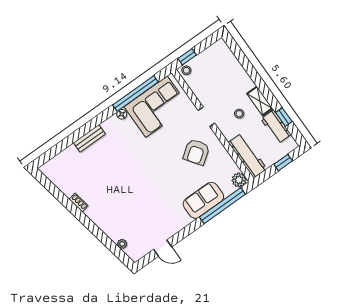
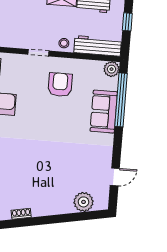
stool: (239, 114) -> (64, 43), moved
armchair: (196, 152) -> (60, 85), turned -144
plant: (122, 244) -> (84, 202), width x1.88, depth x1.88

